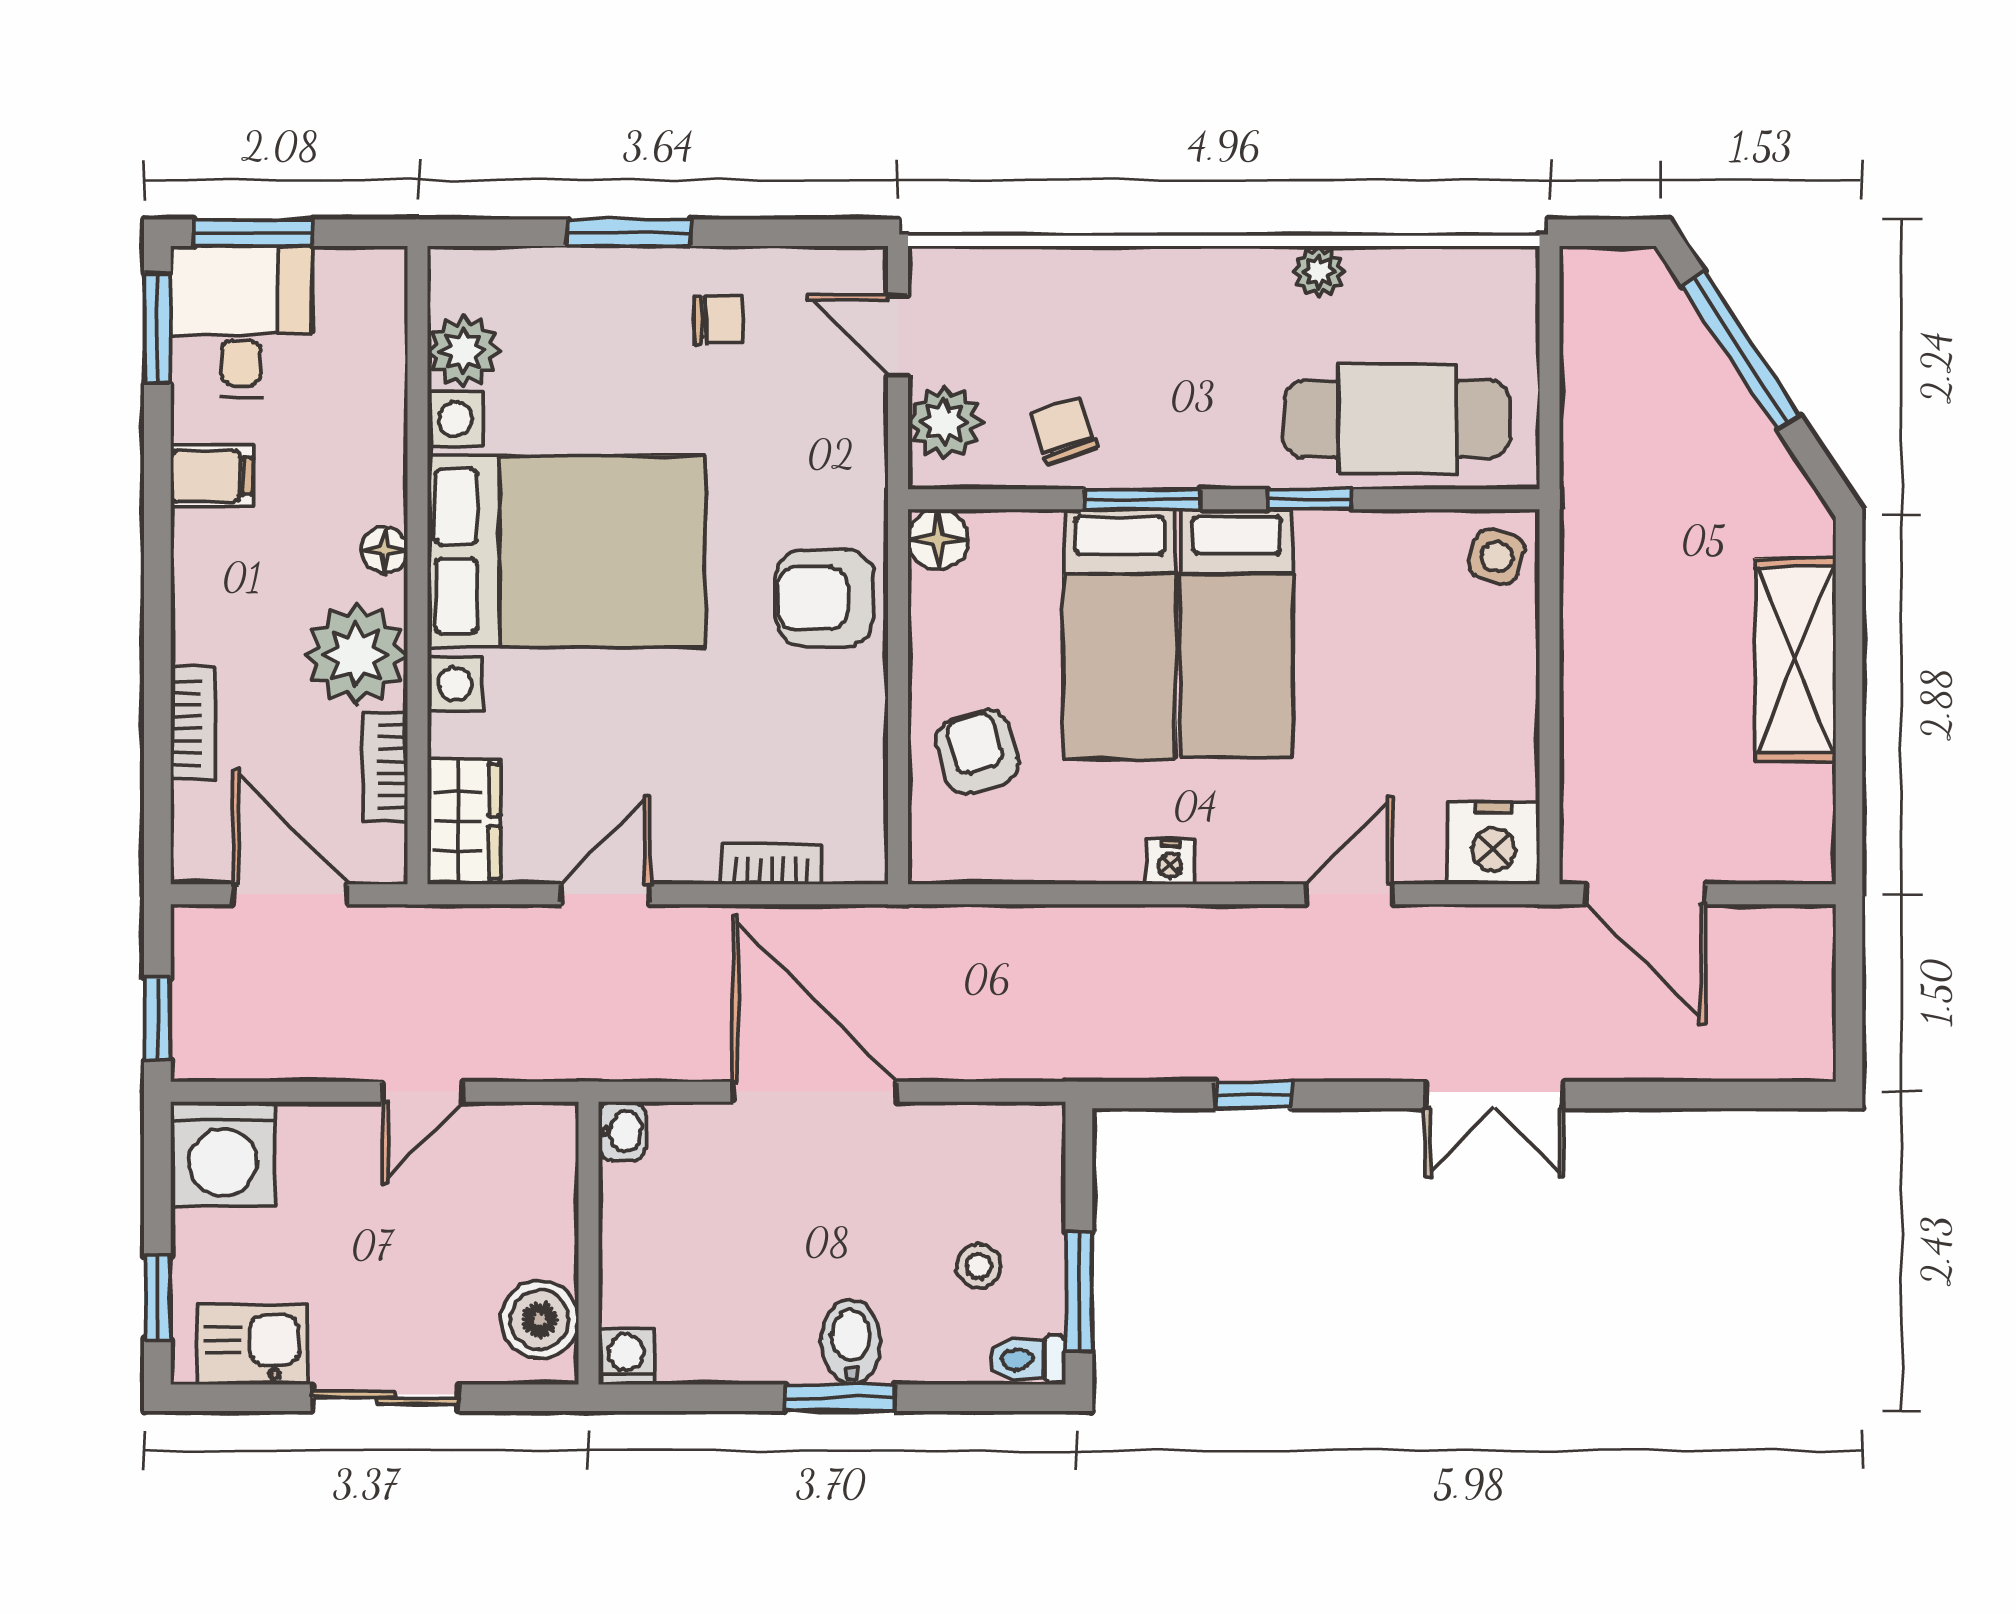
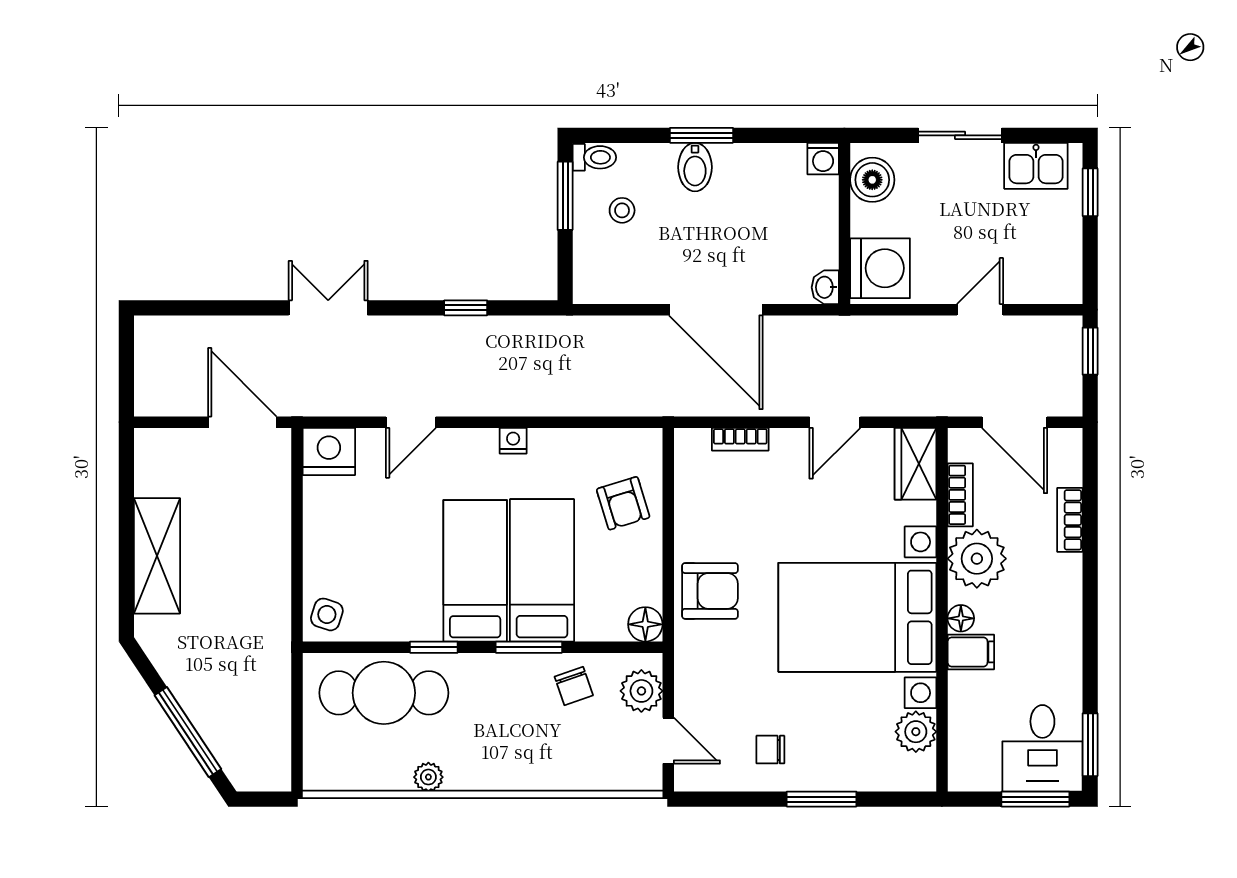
filing cabinet: (211, 476) -> (971, 652), moved, turned 180
door: (422, 1092) -> (980, 310), moved
washing machine: (223, 1154) -> (880, 268), moved, turned 90

